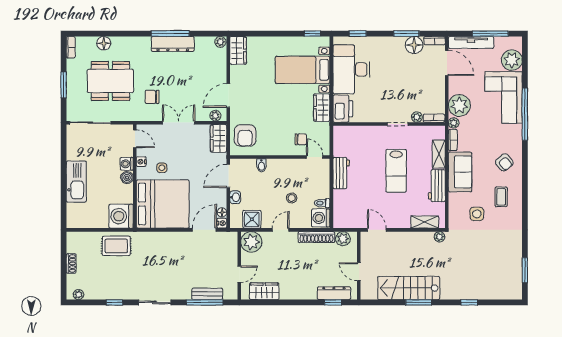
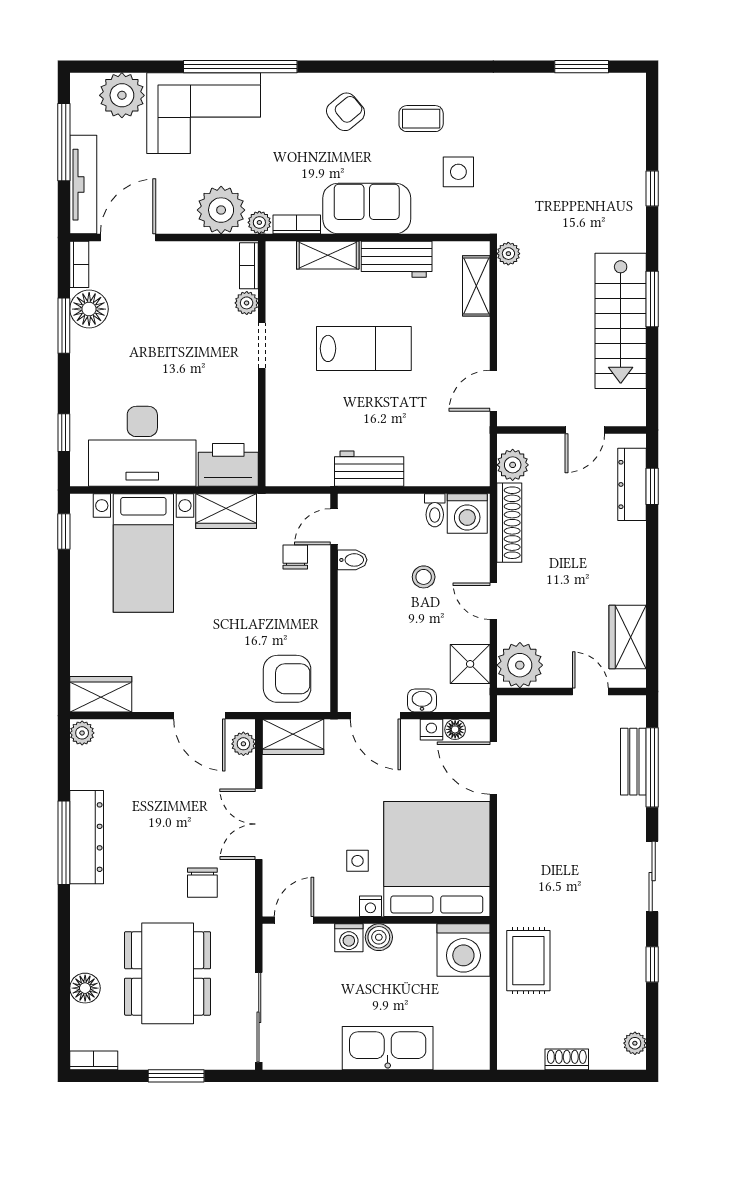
nightstand: (141, 162) -> (370, 906), moved
bidet: (261, 165) -> (352, 560), moved
nightstand: (222, 223) -> (431, 730), moved

